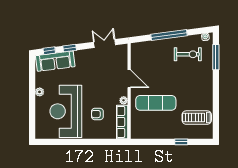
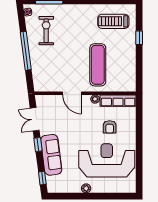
window: (70, 48) -> (38, 145), moved
sofa: (55, 61) -> (51, 155), moved
door: (129, 79) -> (72, 93), swing flipped
reception desk: (66, 111) -> (107, 160), turned 180
treadmill: (197, 118) -> (113, 21), turned 90

